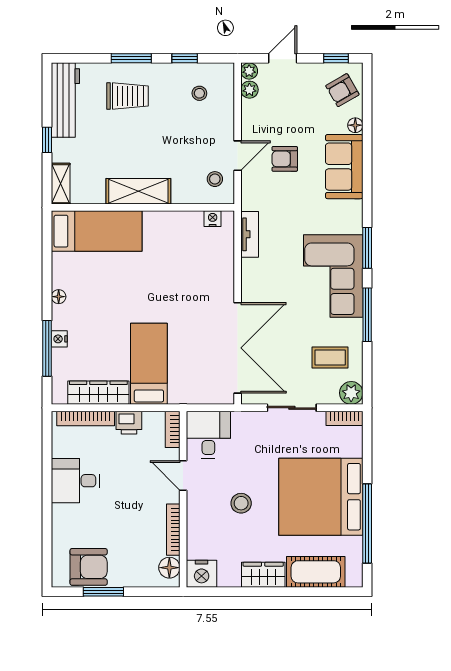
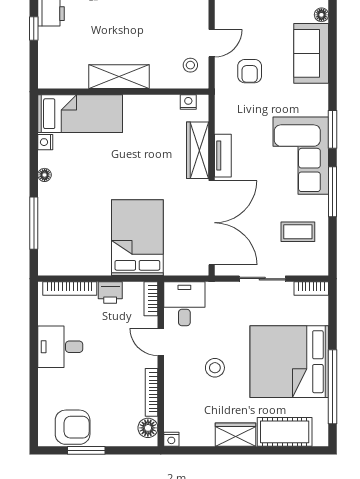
armchair: (285, 159) -> (250, 71), moved, turned -90
shelving: (61, 184) -> (46, 69), removed
tv unit: (250, 234) -> (223, 156), moved
nightstand: (59, 339) -> (45, 142), moved
bed: (149, 364) -> (137, 238), width x1.50
wardrobe: (98, 393) -> (198, 150), moved, turned -90
plant: (351, 393) -> (318, 265), removed
nightstand: (202, 574) -> (171, 439), width x0.53, depth x0.56

